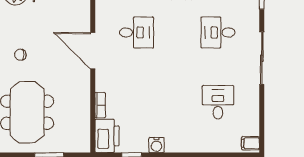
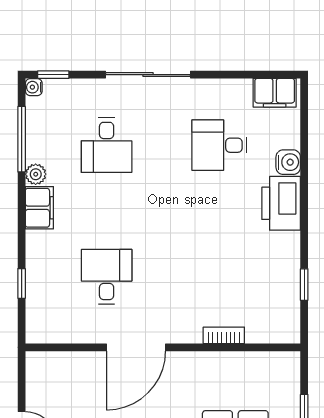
printer: (107, 136) -> (281, 203), moved, turned -90
filing cabinet: (251, 143) -> (275, 93), width x2.00
water cooler: (156, 145) -> (288, 162), moved

